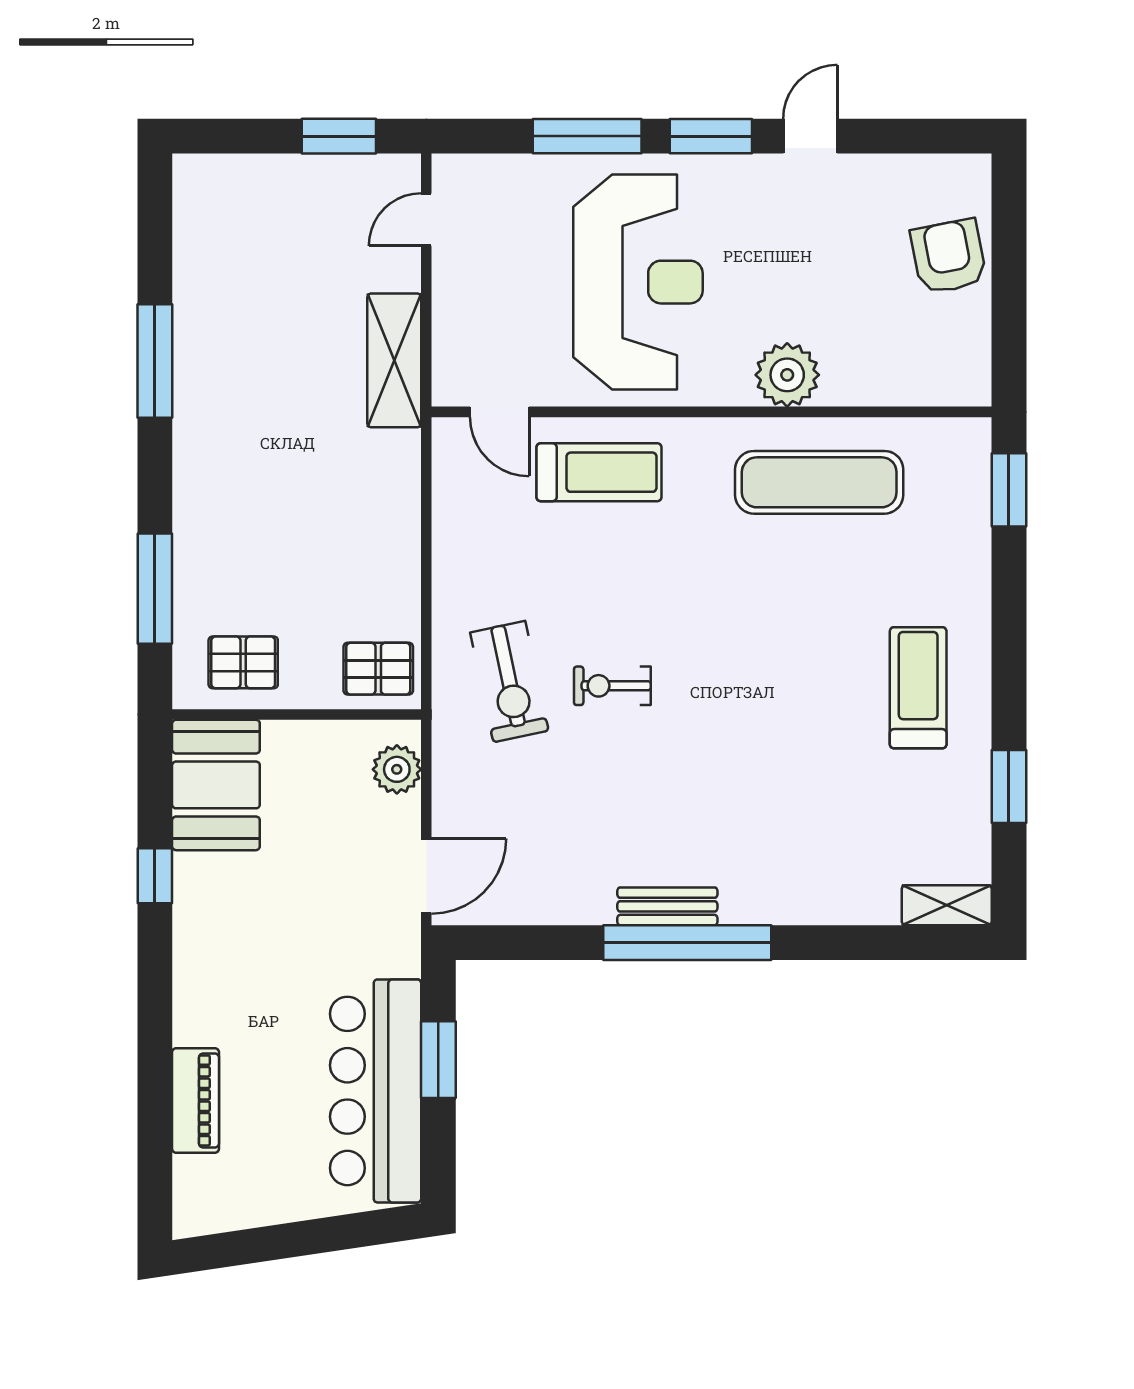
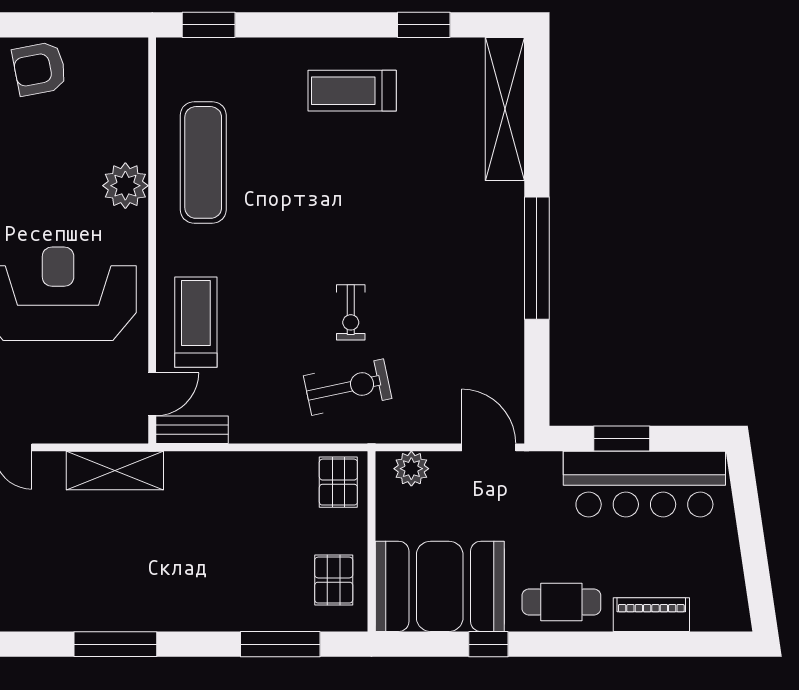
booth: (216, 785) -> (440, 586), width x1.36, depth x1.42
shelving: (947, 905) -> (505, 109), width x2.20, depth x1.33
bench: (667, 906) -> (192, 430), moved, turned 90
cafe table: (213, 976) -> (561, 602), added

